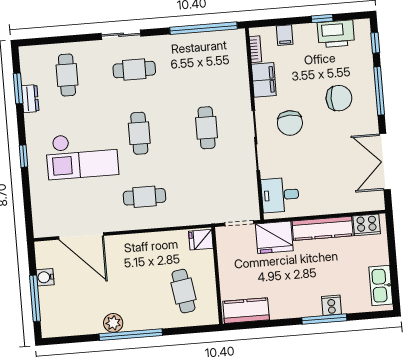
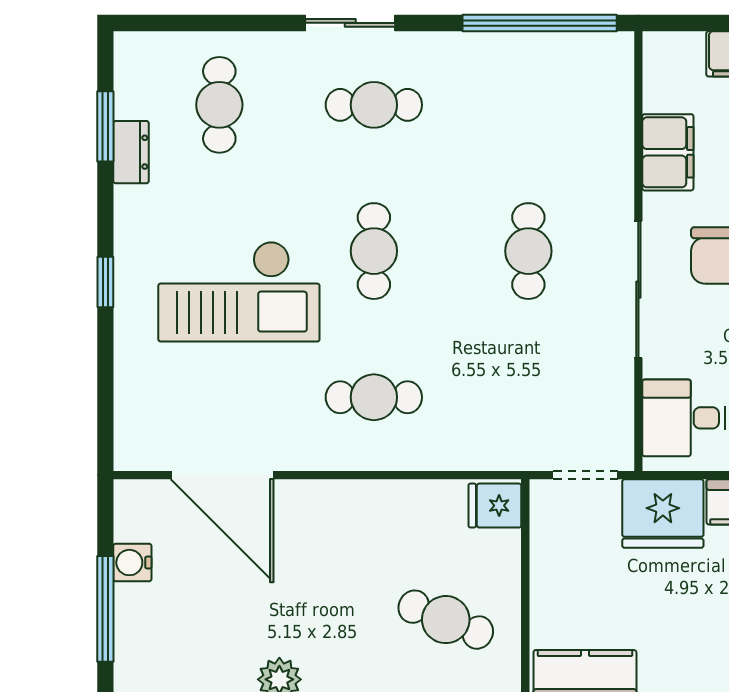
bookcase: (255, 49) -> (654, 81), removed
cafe table: (184, 291) -> (446, 620), turned -59

